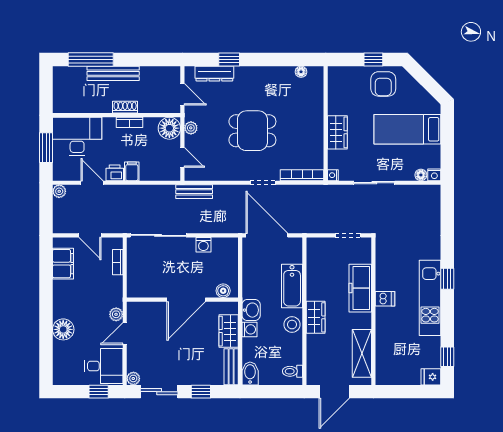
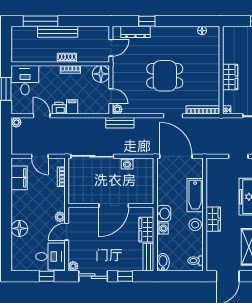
door: (182, 94) -> (111, 48), hinge flipped
plant: (191, 128) -> (117, 109), moved
desk: (77, 136) -> (25, 80), width x0.73
boiler: (223, 291) -> (142, 199), removed

